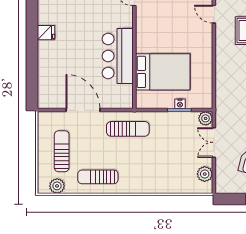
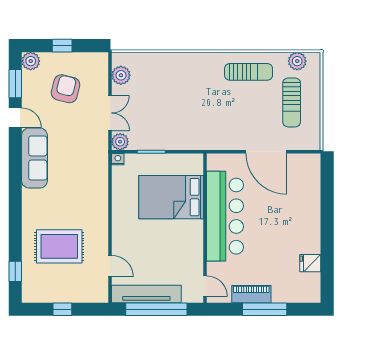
fridge: (46, 33) -> (310, 263), moved
bar counter: (118, 56) -> (225, 216), width x1.36
nightstand: (180, 104) -> (118, 159), moved
sun lounger: (128, 129) -> (213, 129), removed

